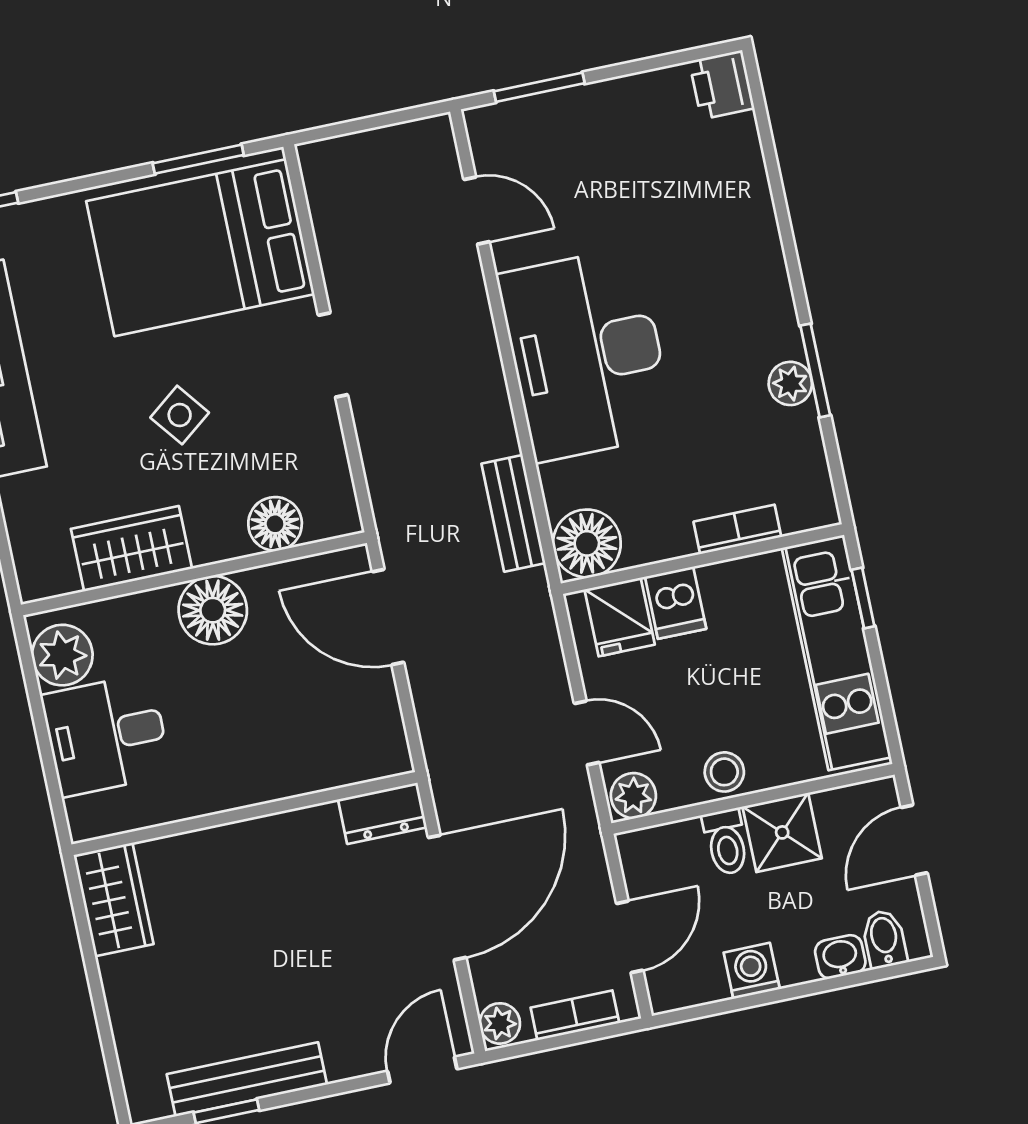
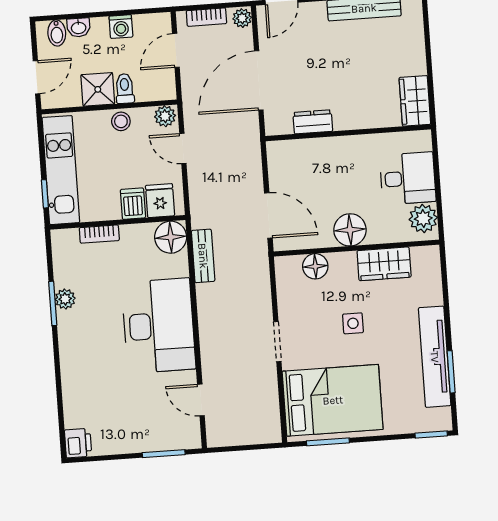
side table: (180, 415) -> (353, 323), turned 38
dresser: (382, 813) -> (313, 122), moved

